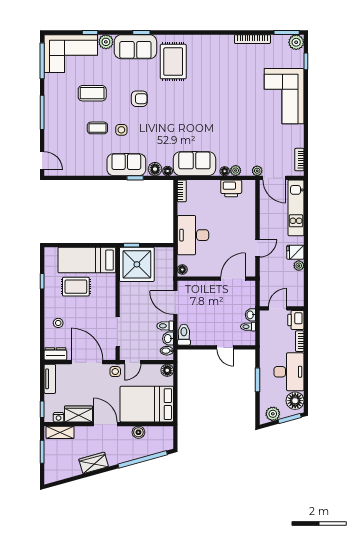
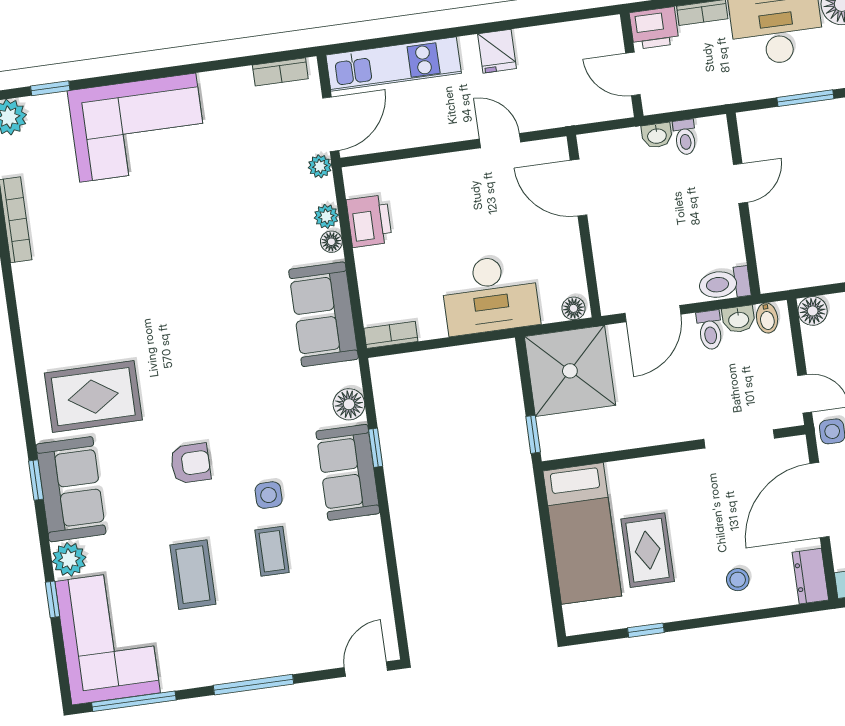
armchair: (139, 99) -> (190, 463), turned 90
floor lamp: (168, 171) -> (349, 374), removed
shower: (137, 264) -> (570, 371), moved
plant: (299, 266) -> (527, 39), removed

